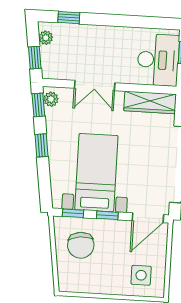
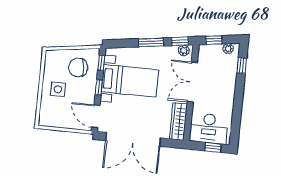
double door: (95, 86) -> (192, 82), width x1.37
window: (42, 145) -> (151, 42), width x1.50
side table: (141, 275) -> (58, 89), moved

